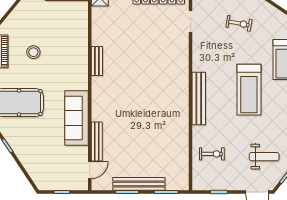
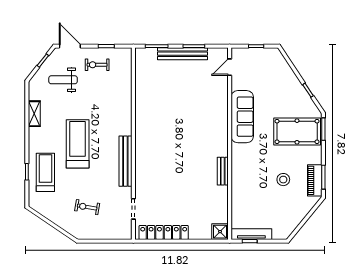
bench: (199, 99) -> (125, 161), moved
bench: (97, 141) -> (223, 94), removed
exercise bike: (212, 154) -> (97, 65), moved

